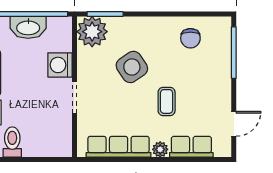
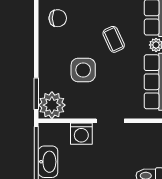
side table: (132, 67) -> (83, 70), turned 34
coffee table: (167, 101) -> (114, 39), turned 65

